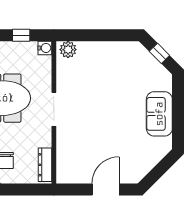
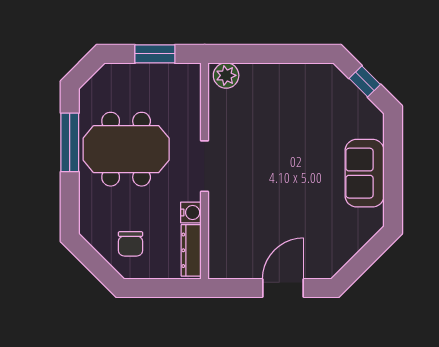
window: (21, 35) -> (155, 54), width x1.50
water cooler: (45, 48) -> (191, 213), moved

